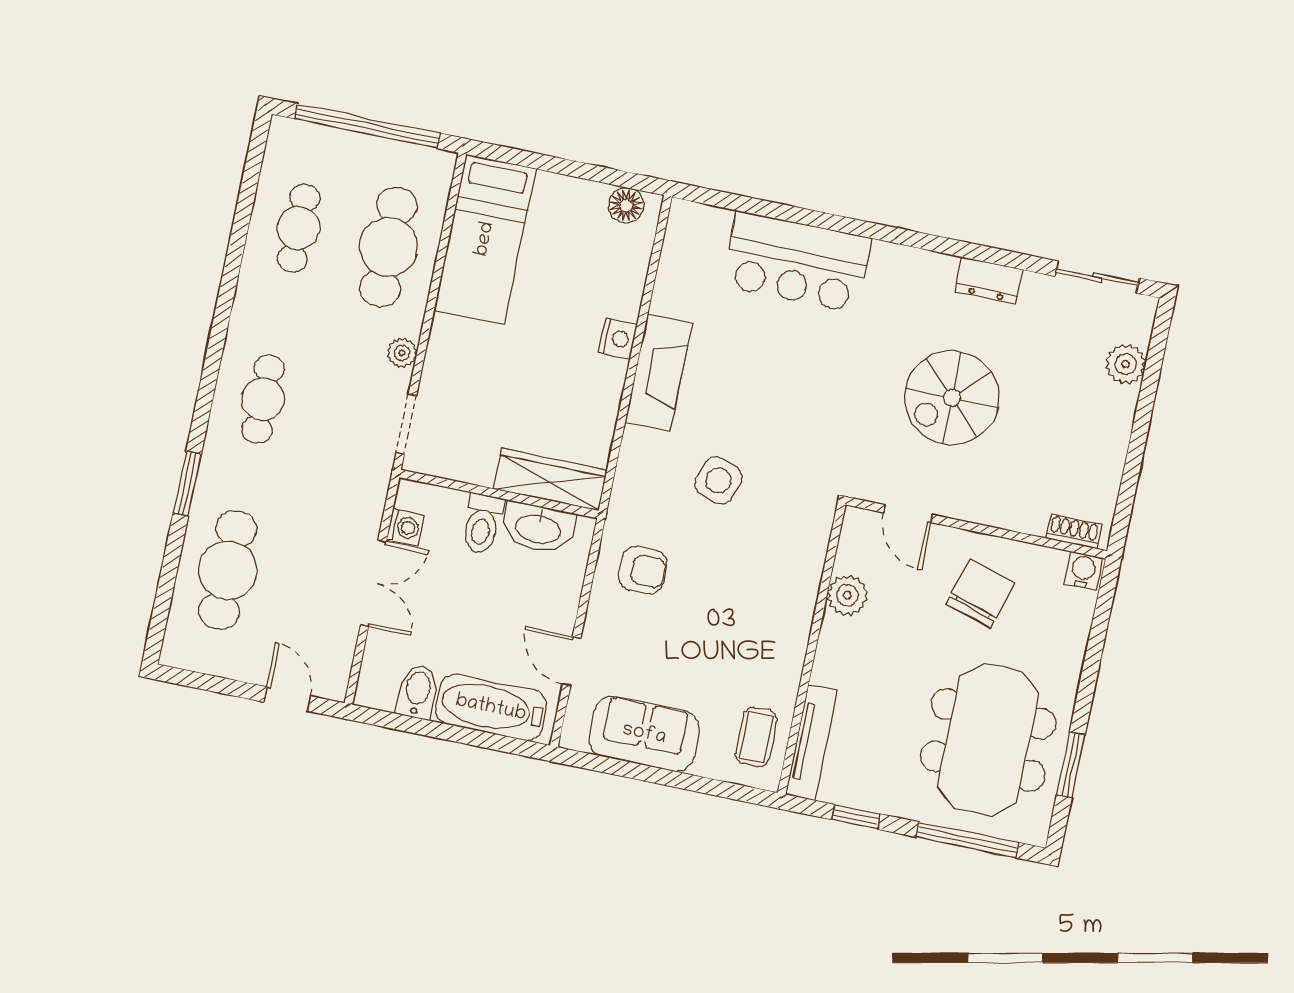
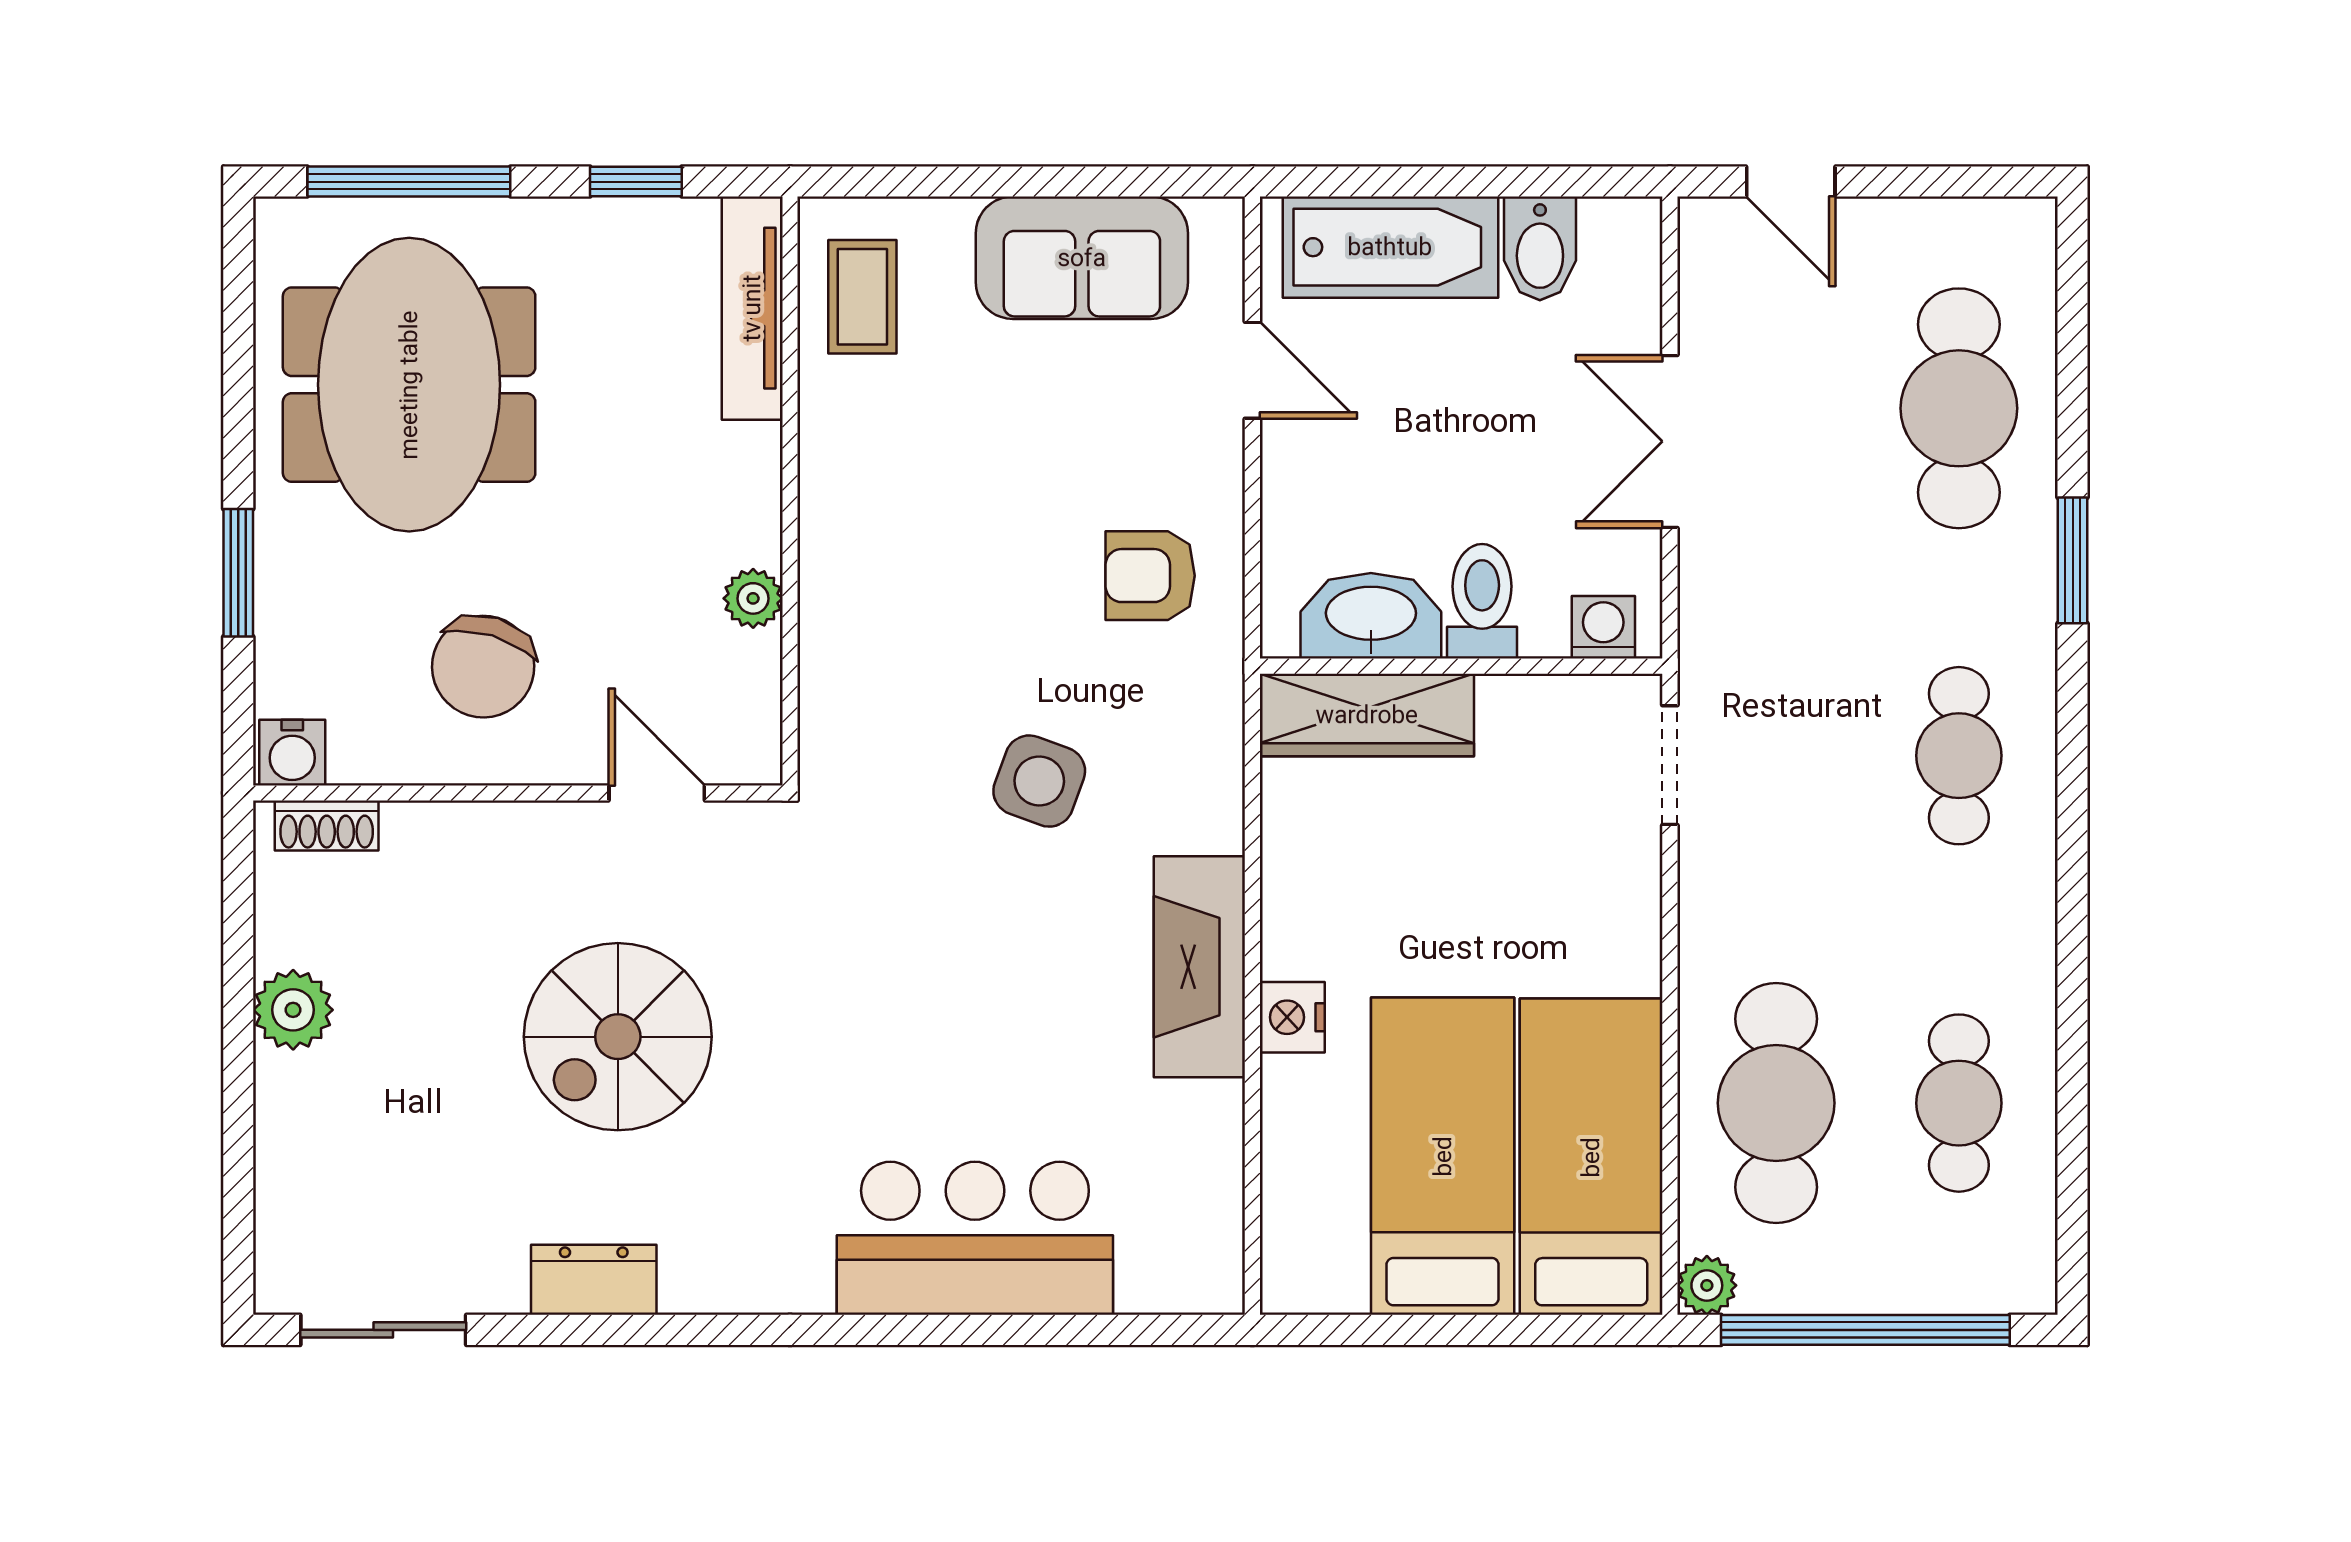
floor lamp: (626, 205) -> (1330, 1280), removed
bed: (558, 255) -> (1443, 1156), added
plant: (402, 353) -> (1707, 1285), moved
plant: (1126, 364) -> (293, 1010), moved
spiral stairs: (952, 398) -> (618, 1037), turned 180
washing machine: (405, 527) -> (1603, 627), moved, turned 90
plant: (847, 595) -> (753, 598), width x0.73, depth x0.73
window: (1071, 765) -> (238, 573), moved

